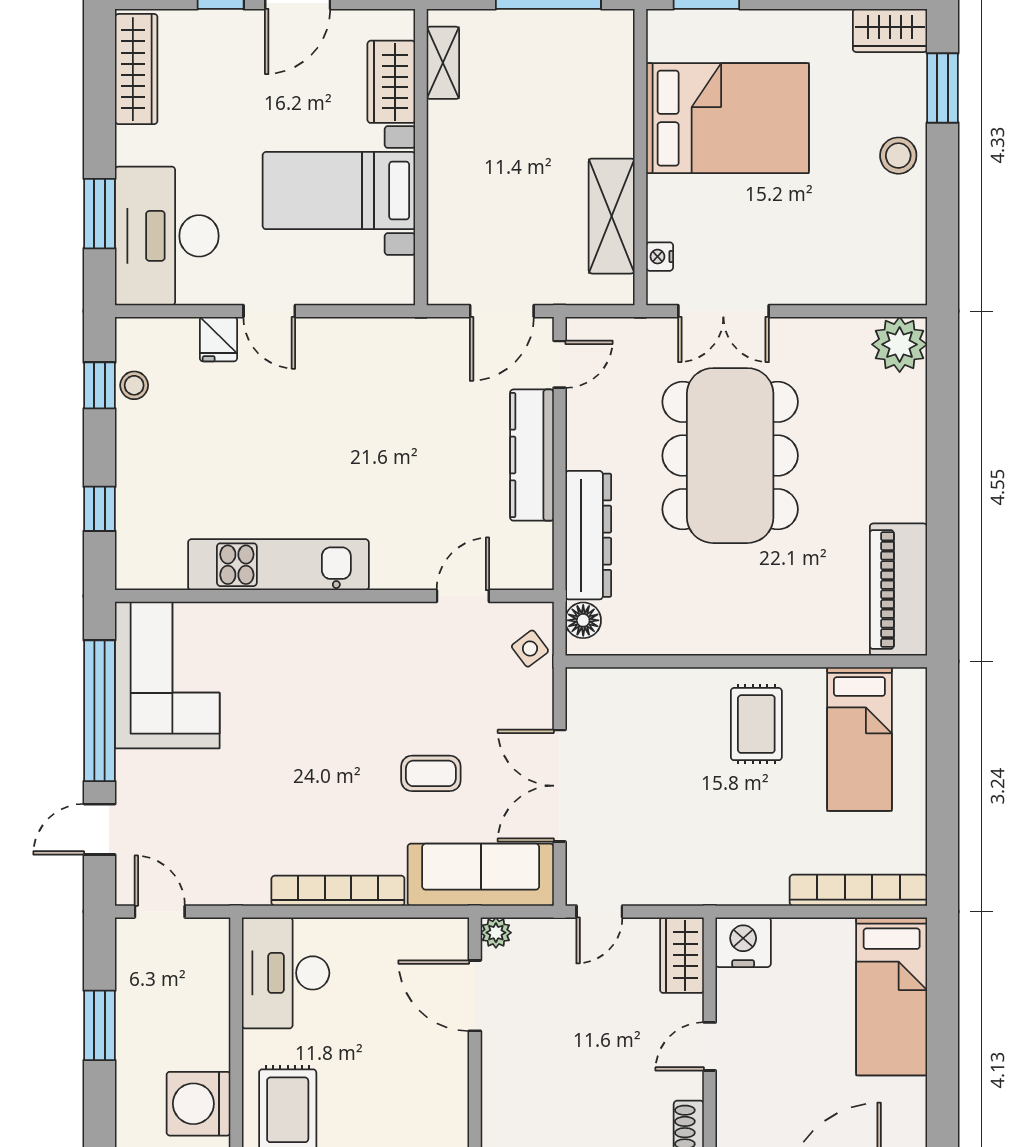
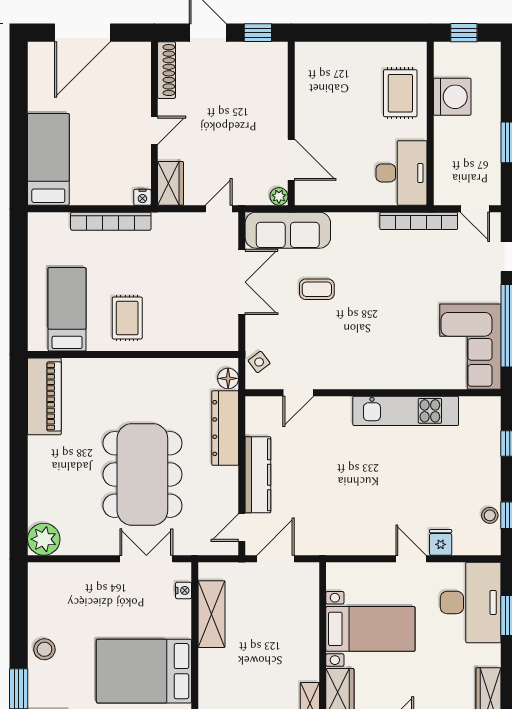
bookcase: (858, 890) -> (111, 221), moved
bookcase: (338, 891) -> (419, 221), moved
nightstand: (743, 942) -> (142, 197), width x0.53, depth x0.56

